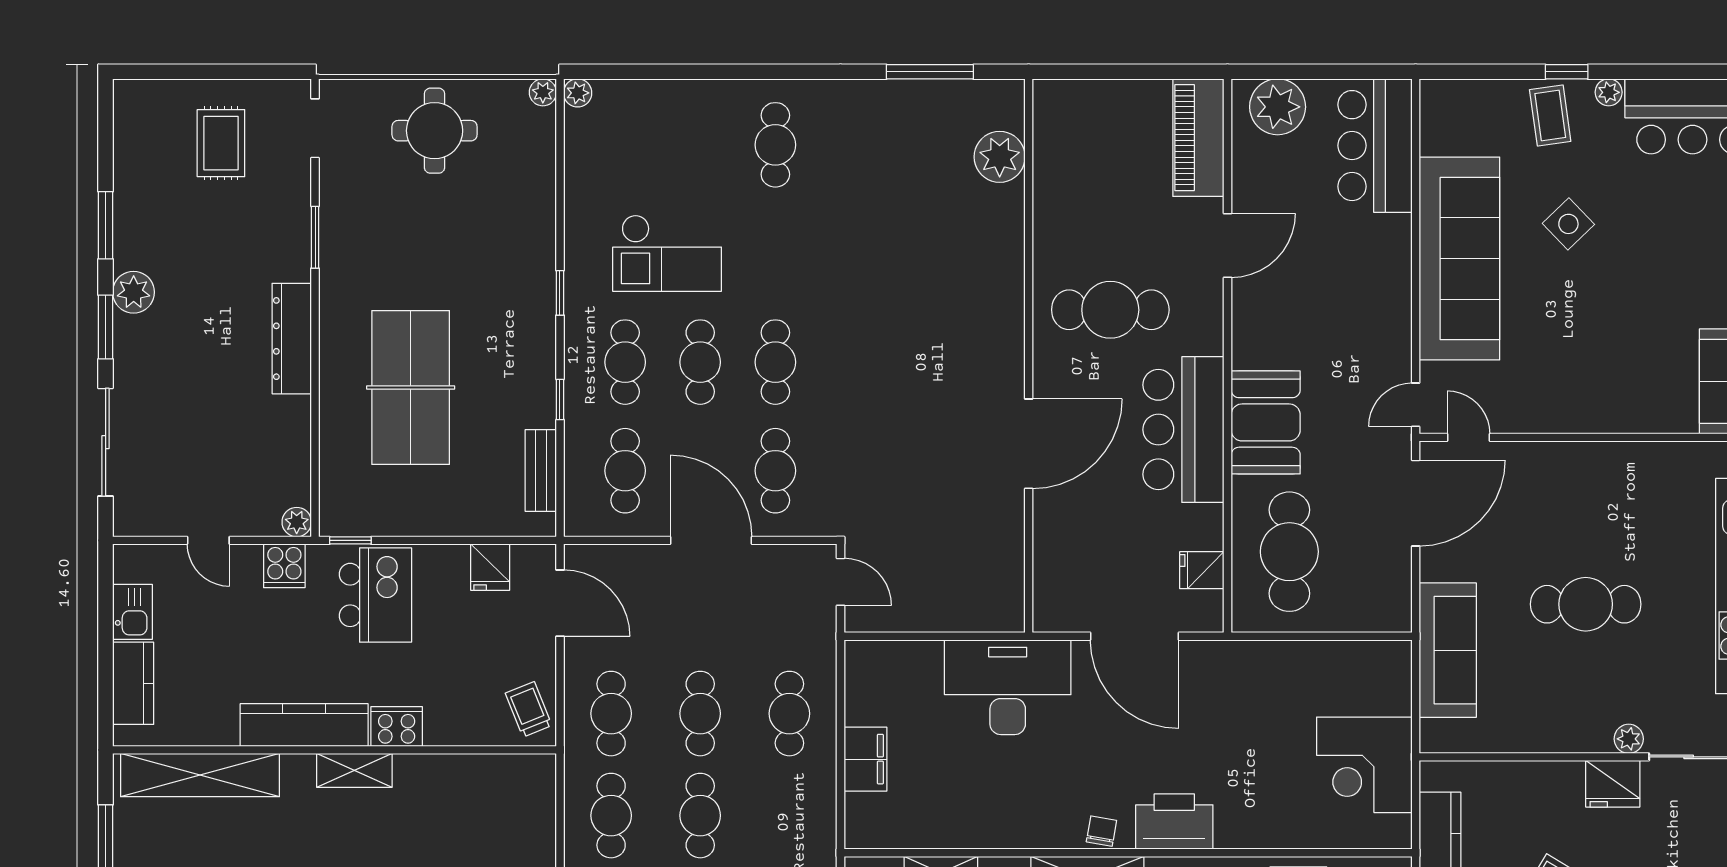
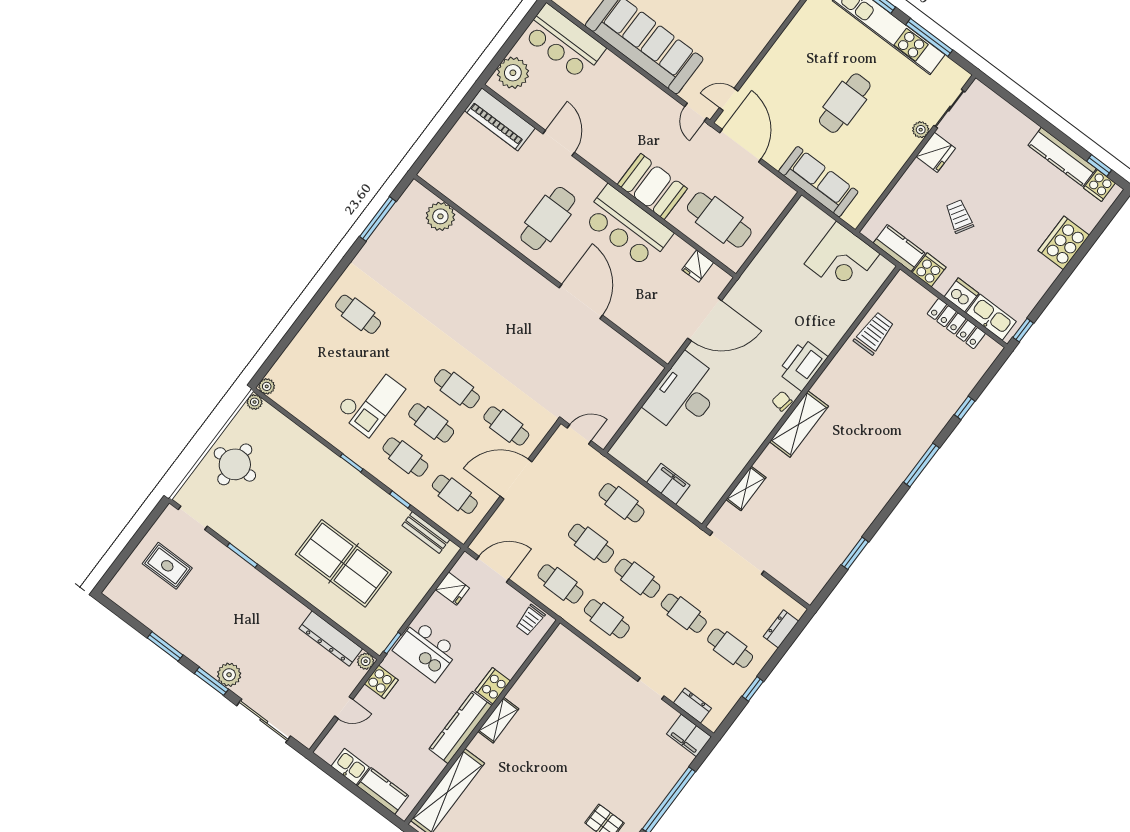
plant: (134, 292) -> (229, 675), moved
dresser: (292, 339) -> (331, 639), moved
kitchen island: (375, 595) -> (426, 650), turned 180
trolley: (529, 709) -> (530, 620), turned -68

